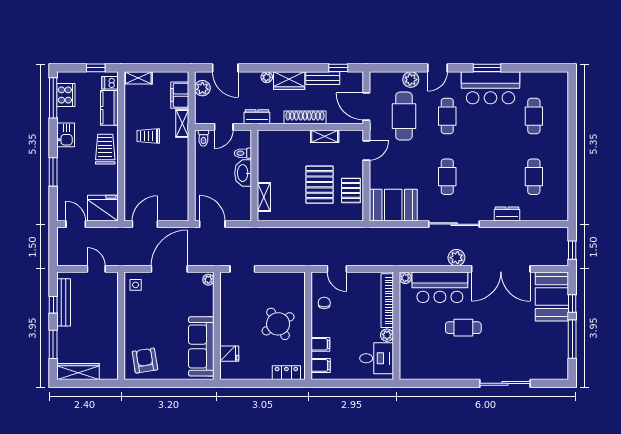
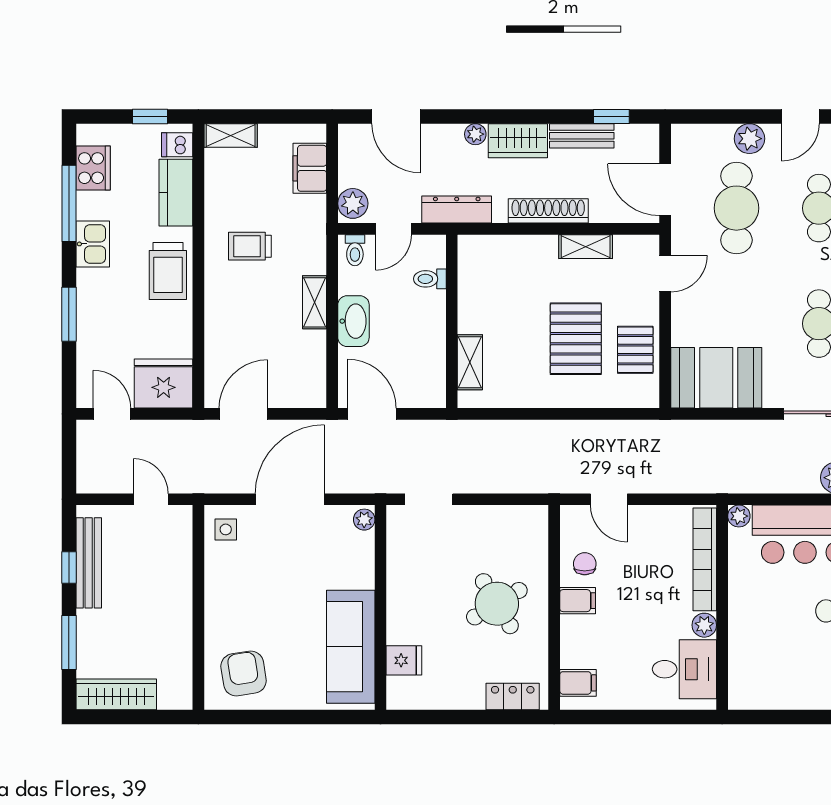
plant: (202, 88) -> (353, 203), moved
window: (53, 98) -> (69, 203), moved
dresser: (257, 117) -> (457, 210), width x1.44
shelving: (182, 124) -> (314, 302), moved
trolley: (105, 149) -> (168, 271), turned 180
washbasin: (243, 173) -> (353, 321), moved, turned 180
filing cabinet: (320, 344) -> (578, 601), moved

